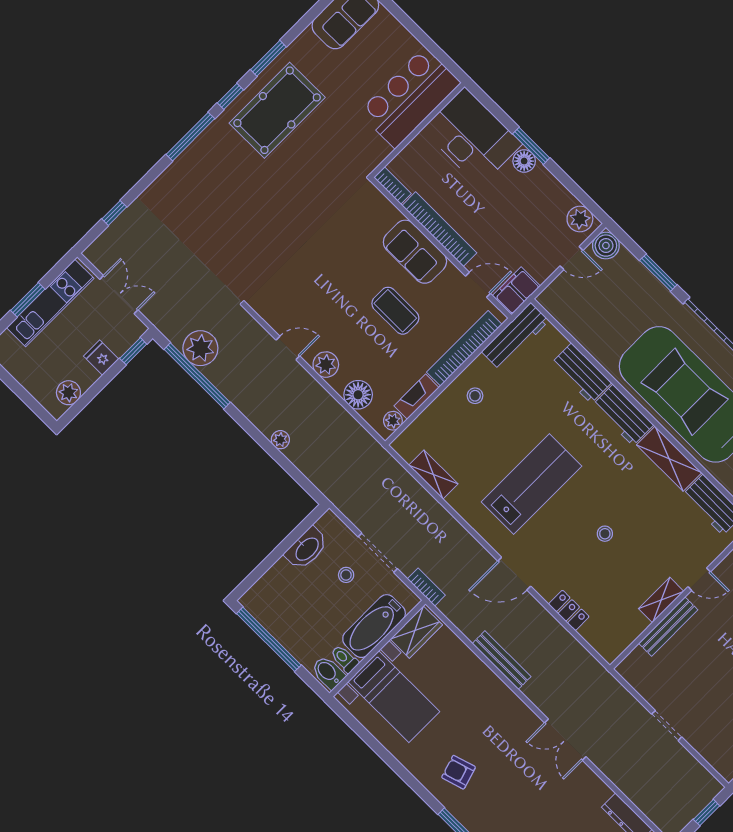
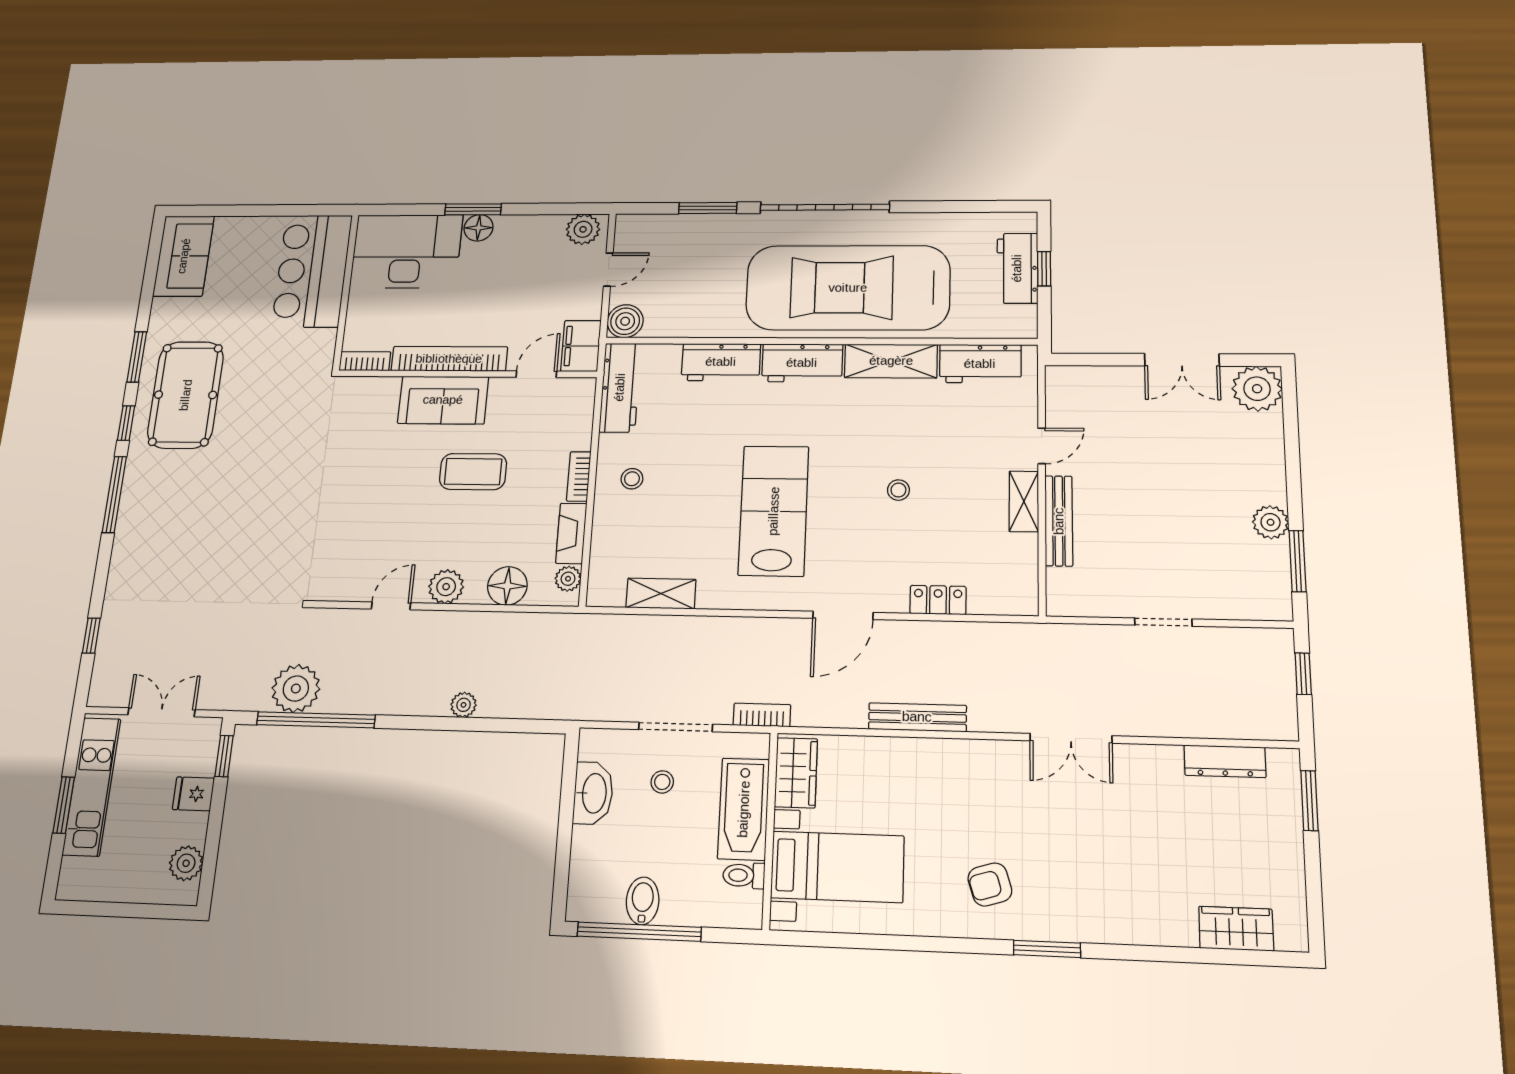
boiler: (606, 246) -> (625, 321), moved
bookcase: (464, 348) -> (579, 476), width x0.43, depth x0.76
bidet: (328, 672) -> (643, 901), moved, turned 90

